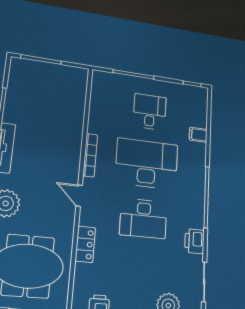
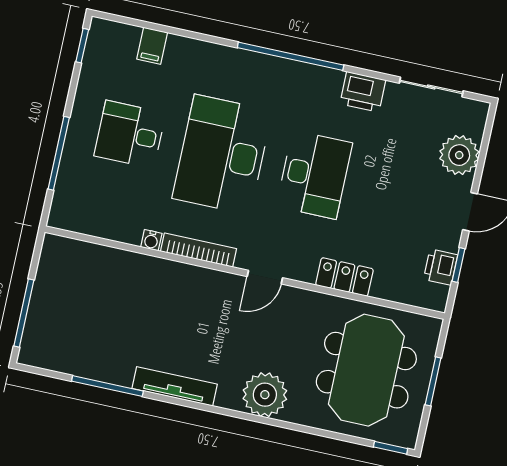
water cooler: (92, 128) -> (151, 240), added
filing cabinet: (198, 135) -> (152, 46), moved

